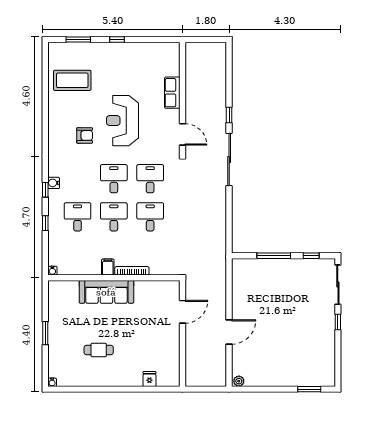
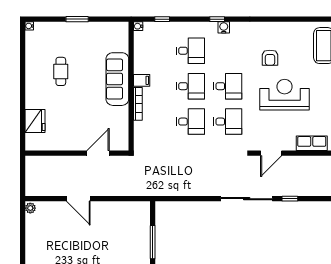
window: (45, 223) -> (162, 19), moved
door: (182, 312) -> (98, 153), swing flipped
fridge: (149, 379) -> (35, 121), width x1.88, depth x1.34

